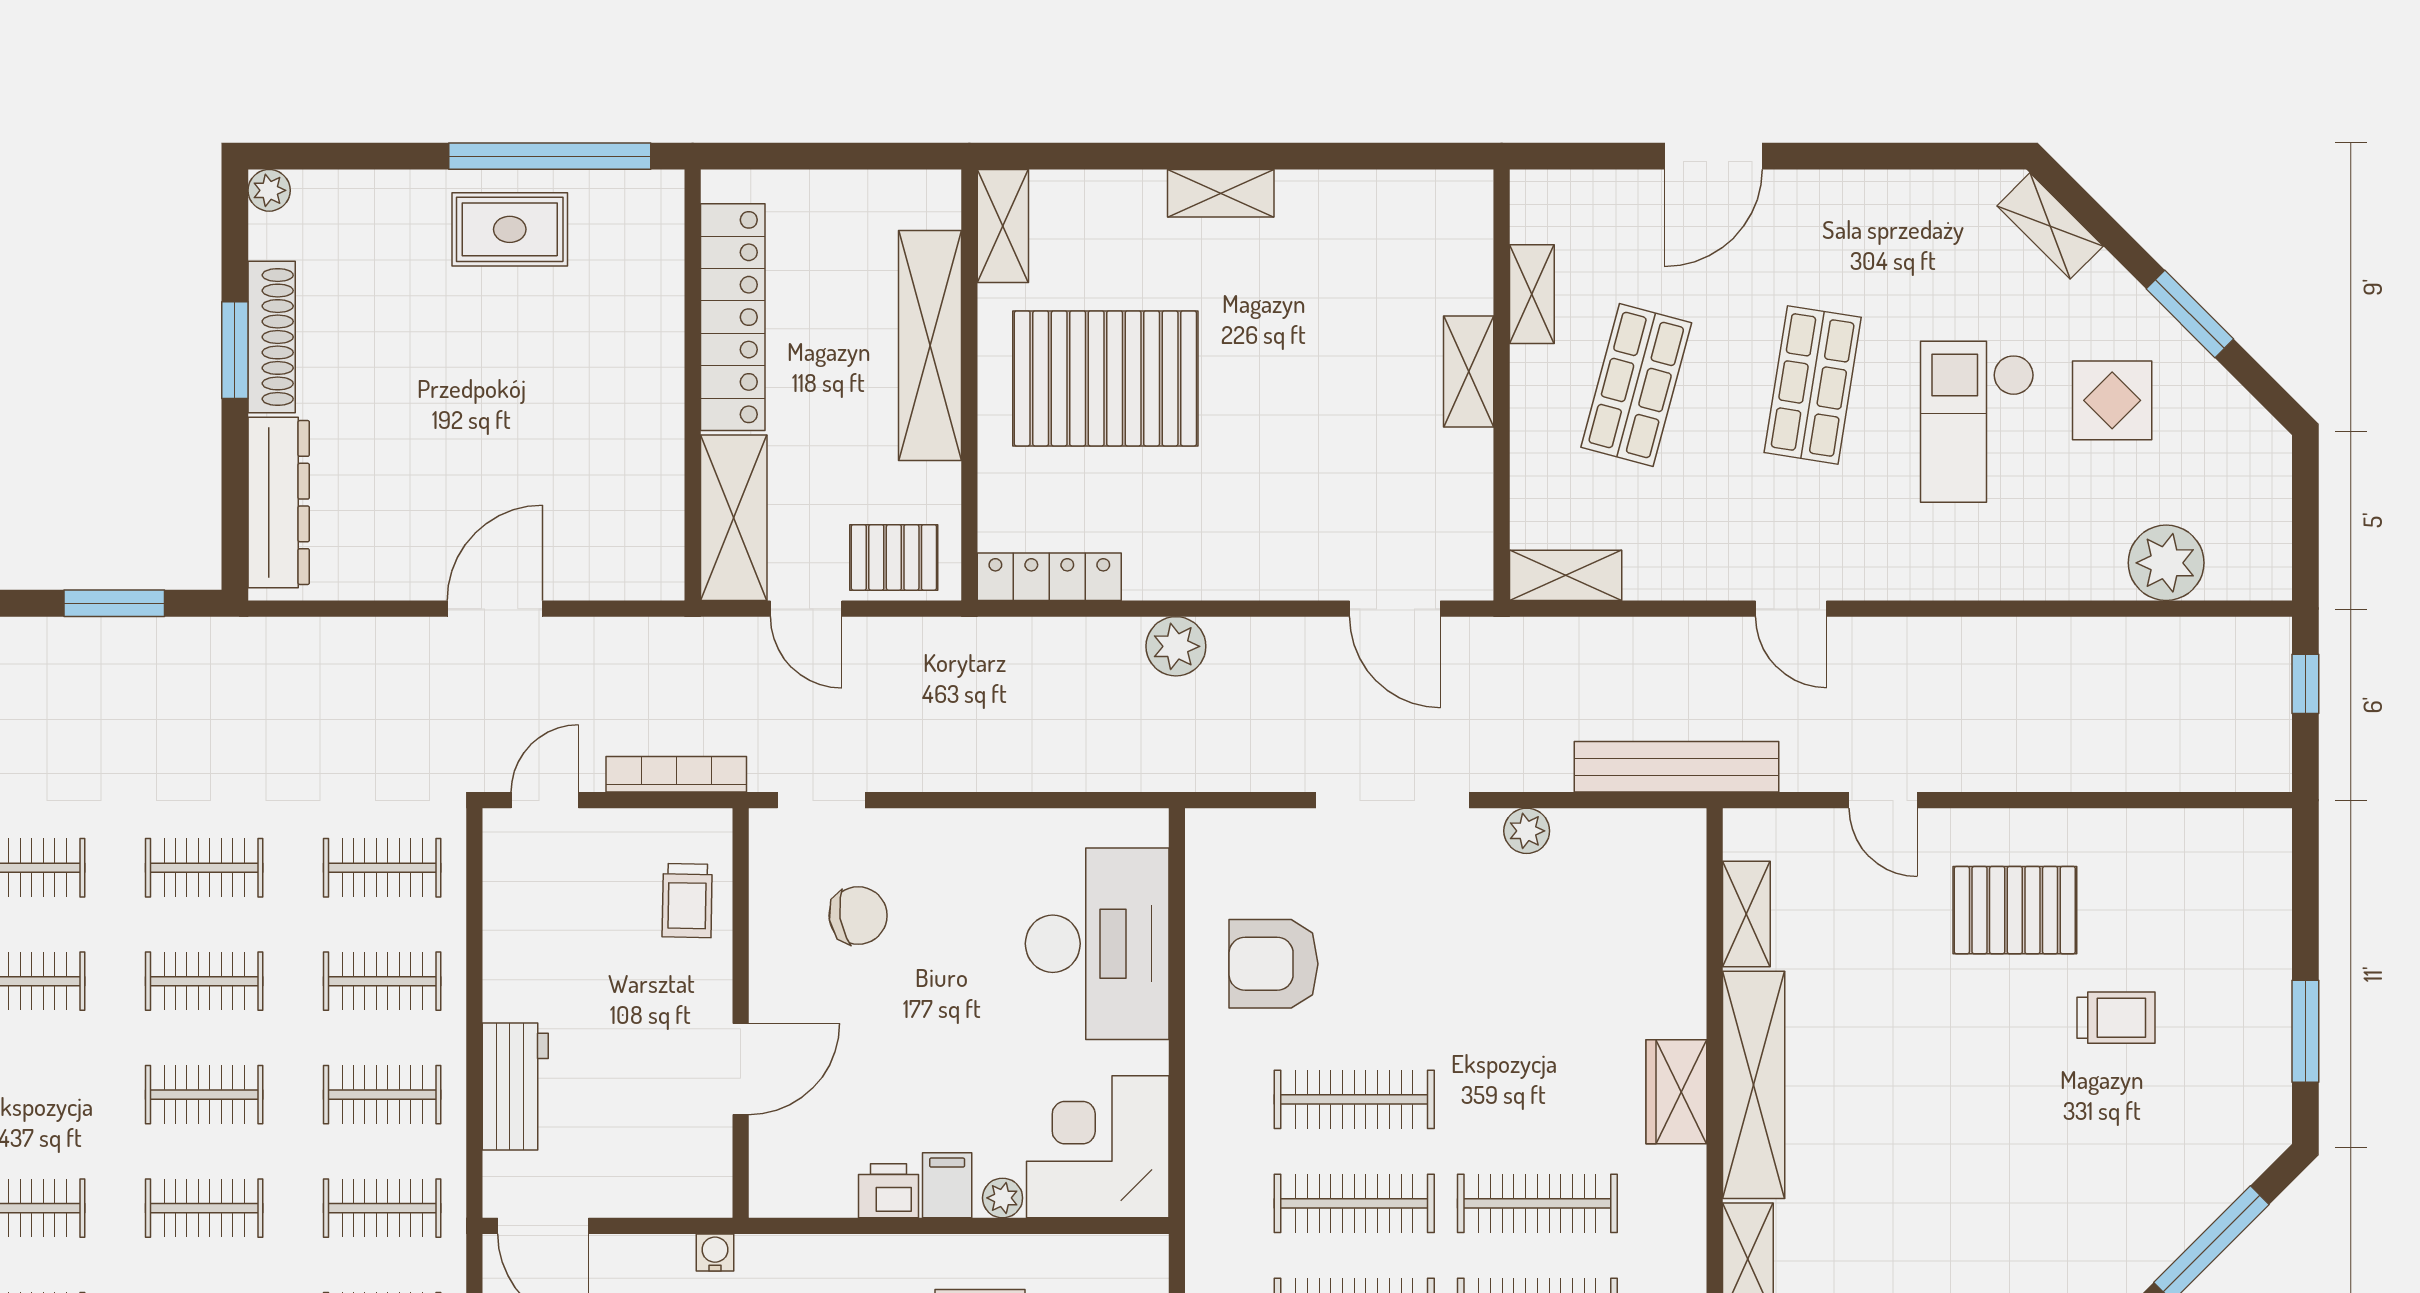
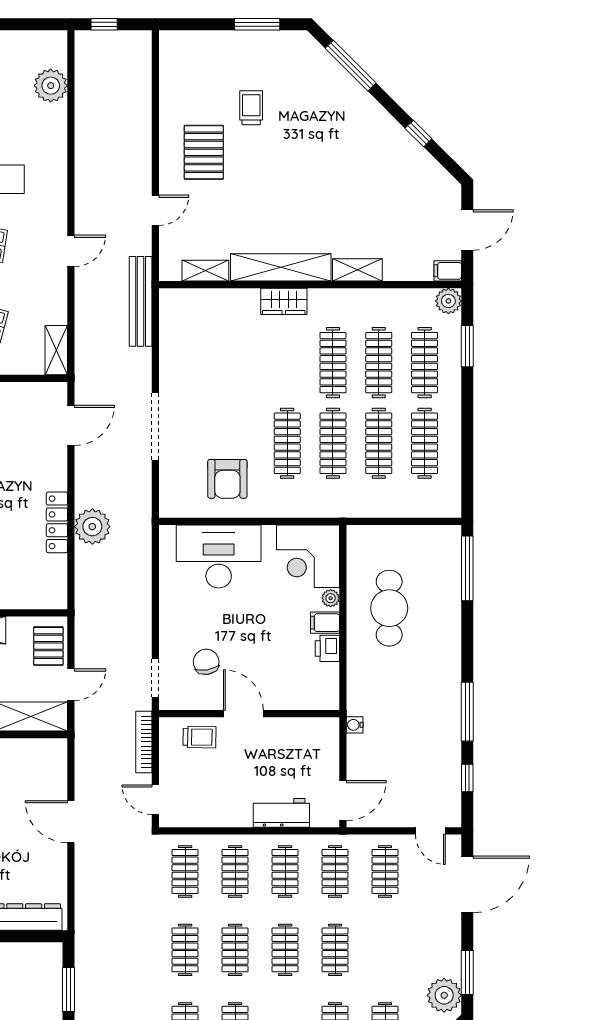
locker: (1049, 577) -> (57, 522), moved
plant: (1176, 646) -> (92, 527), width x1.36, depth x1.36
plant: (1527, 831) -> (169, 367), removed
door: (741, 1069) -> (243, 714), moved

